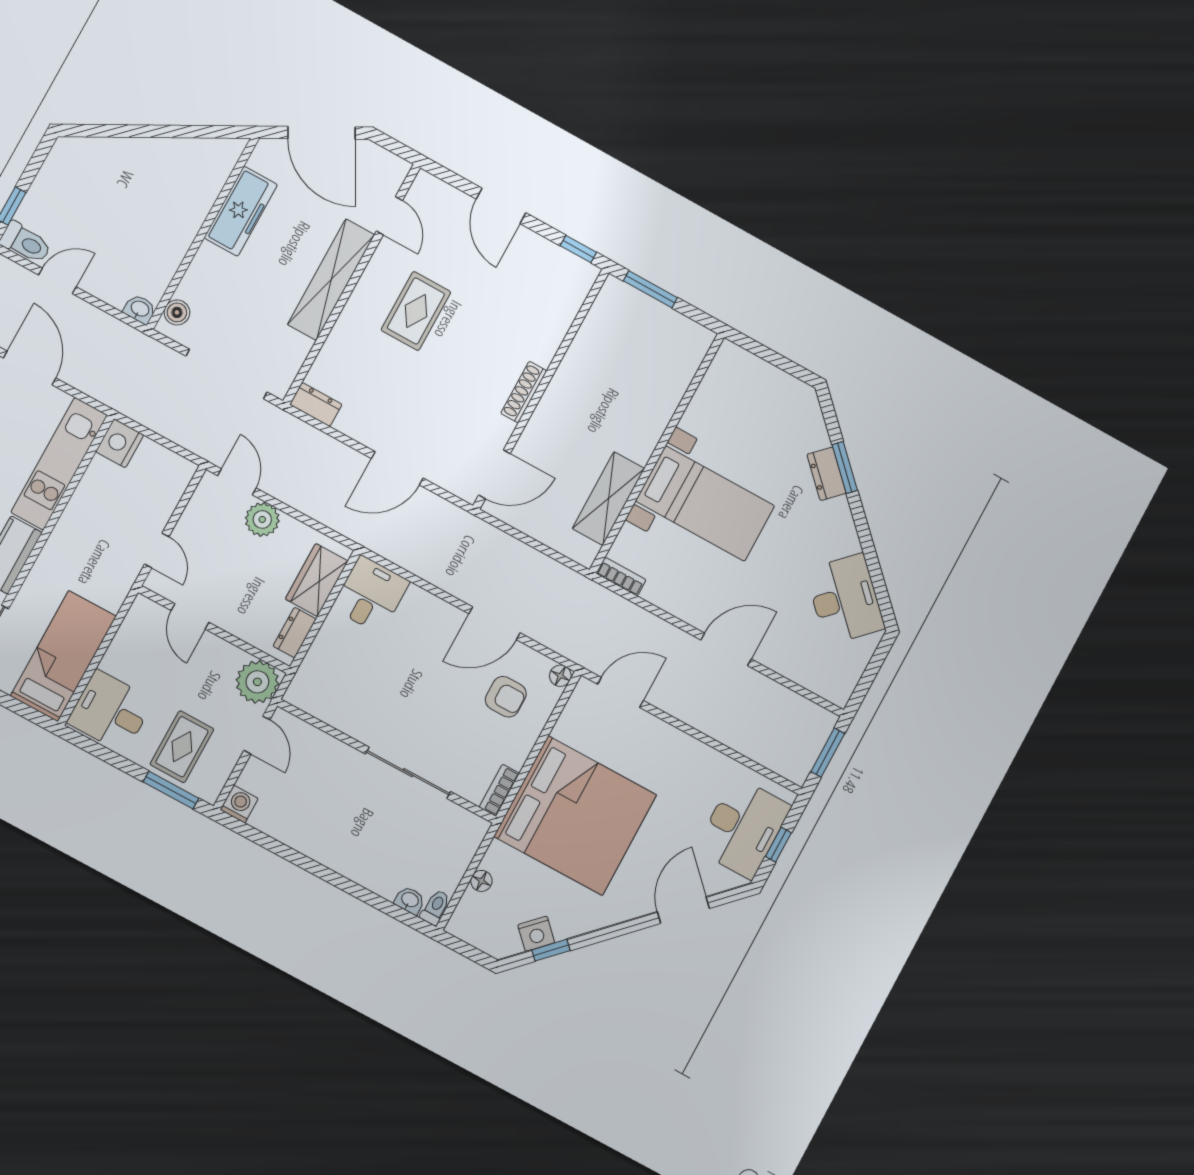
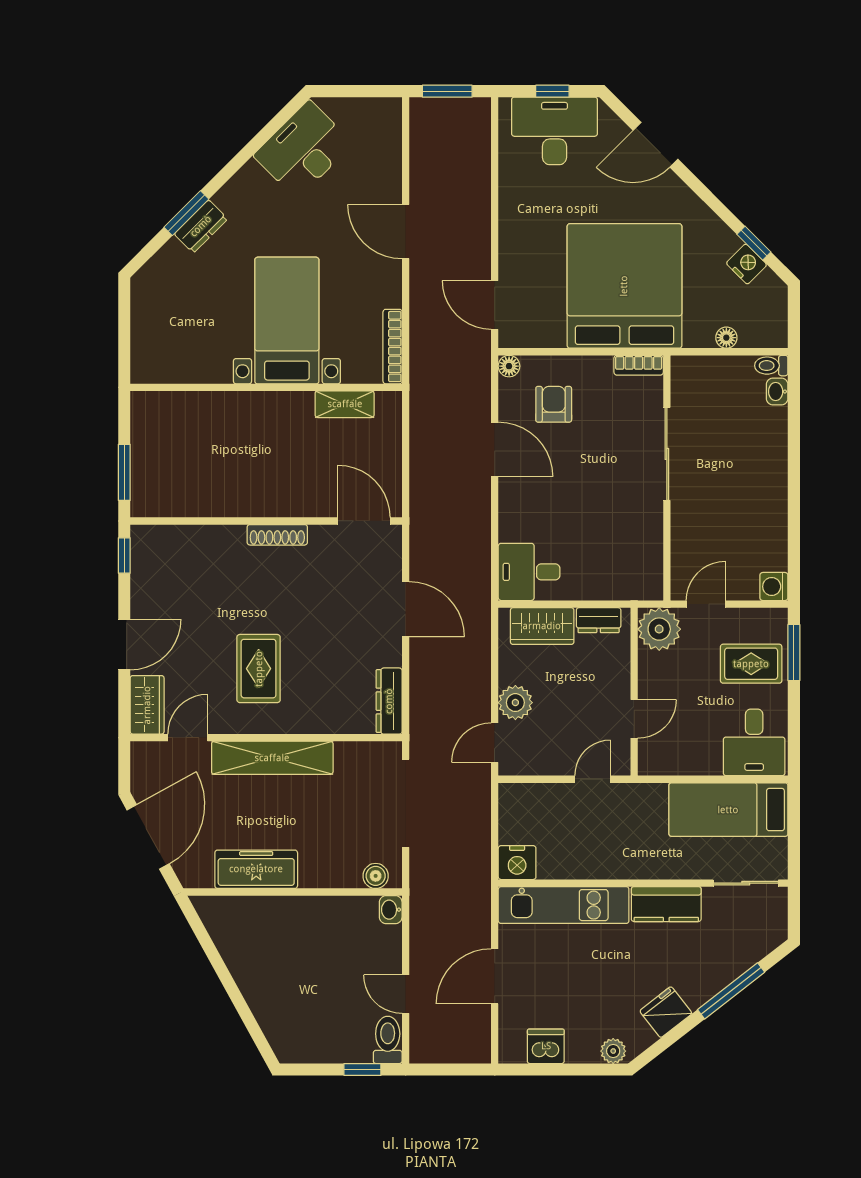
wardrobe: (437, 196) -> (147, 705), added
rug: (416, 311) -> (259, 669), turned 90
dresser: (316, 404) -> (389, 701), width x1.44
shelving: (608, 499) -> (345, 404), width x0.67, depth x0.75
bookcase: (621, 577) -> (393, 347), width x1.56

